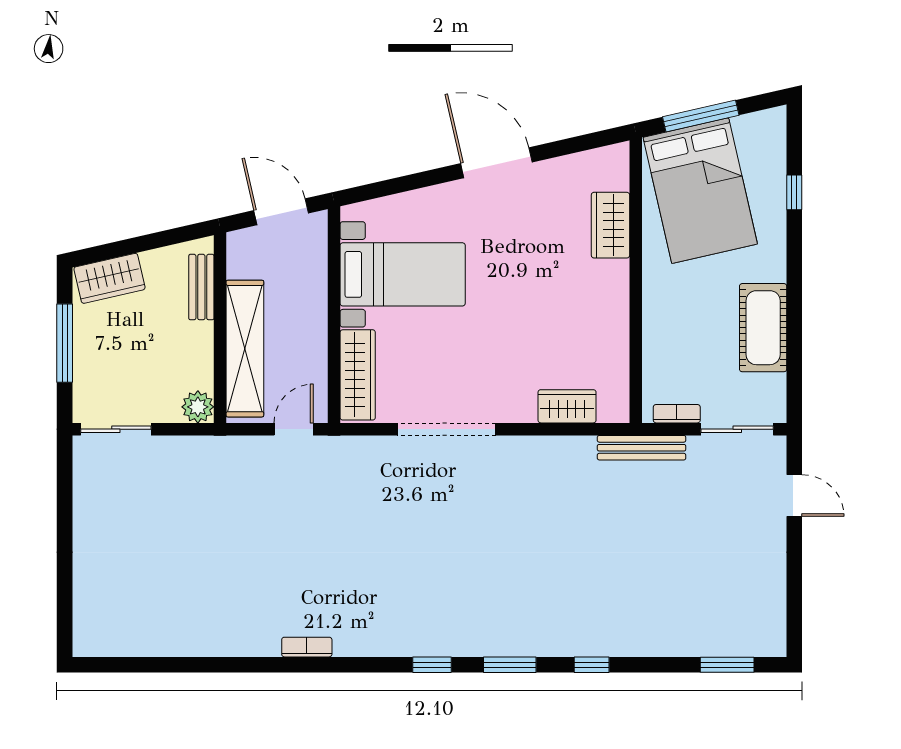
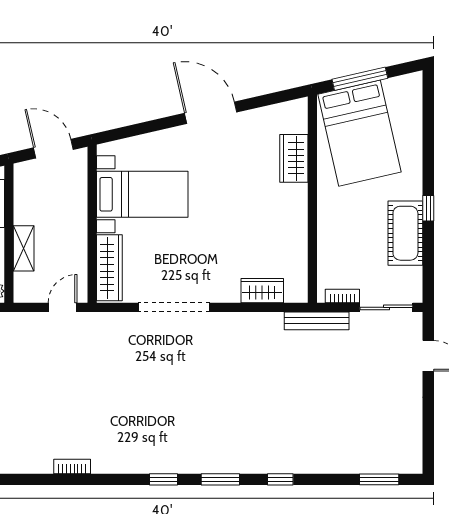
window: (794, 192) -> (428, 208), moved
shelving: (245, 349) -> (24, 248), width x0.45, depth x0.75

